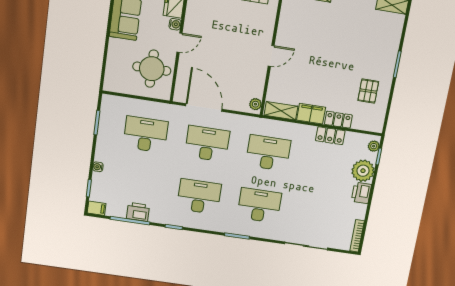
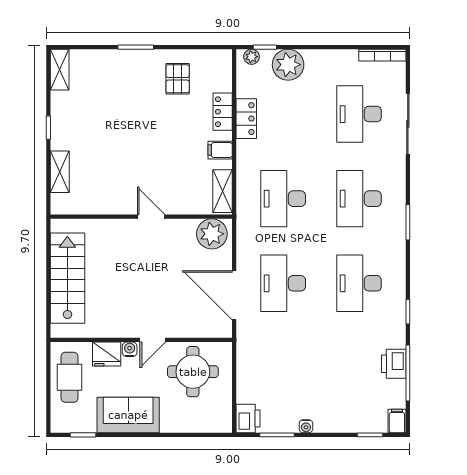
door: (180, 43) -> (153, 340), swing flipped
pallet: (368, 91) -> (178, 79), turned 90
plant: (255, 104) -> (212, 234), width x1.87, depth x1.87
door: (204, 107) -> (234, 295), hinge flipped
filing cabinet: (311, 114) -> (220, 150), width x0.50
desk: (146, 134) -> (359, 114), moved
water cooler: (98, 167) -> (306, 426), moved
printer: (361, 193) -> (248, 419), moved, turned -90

